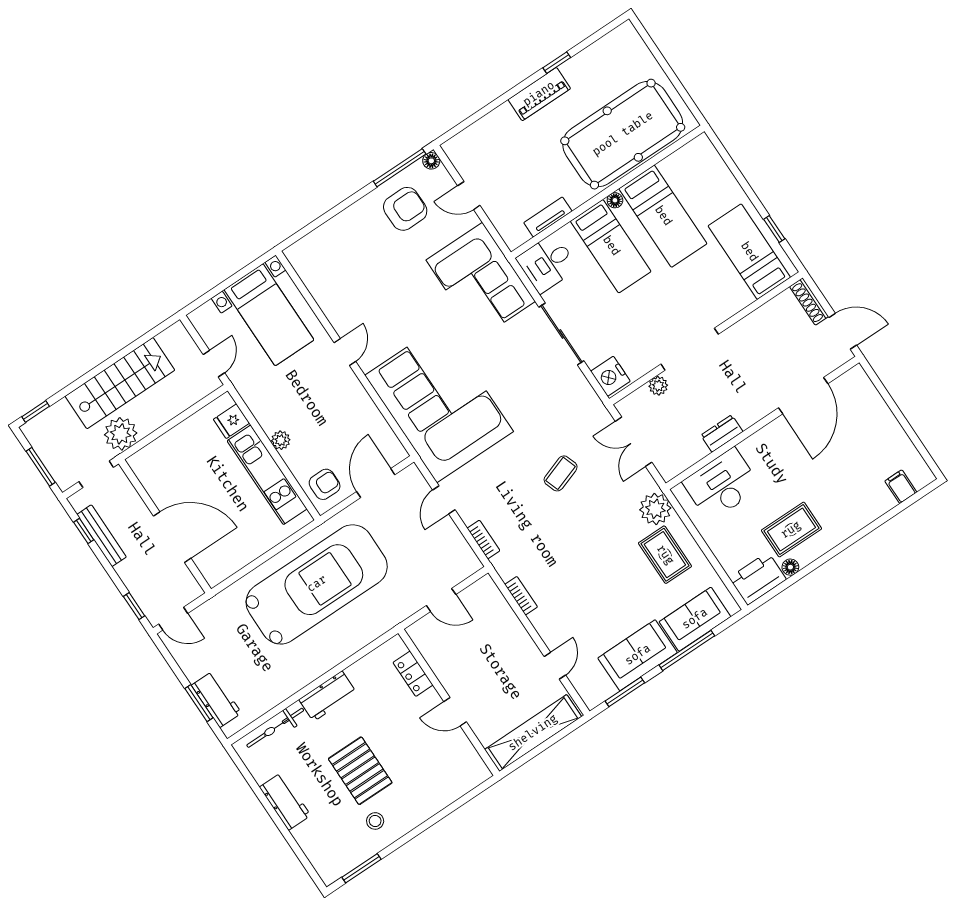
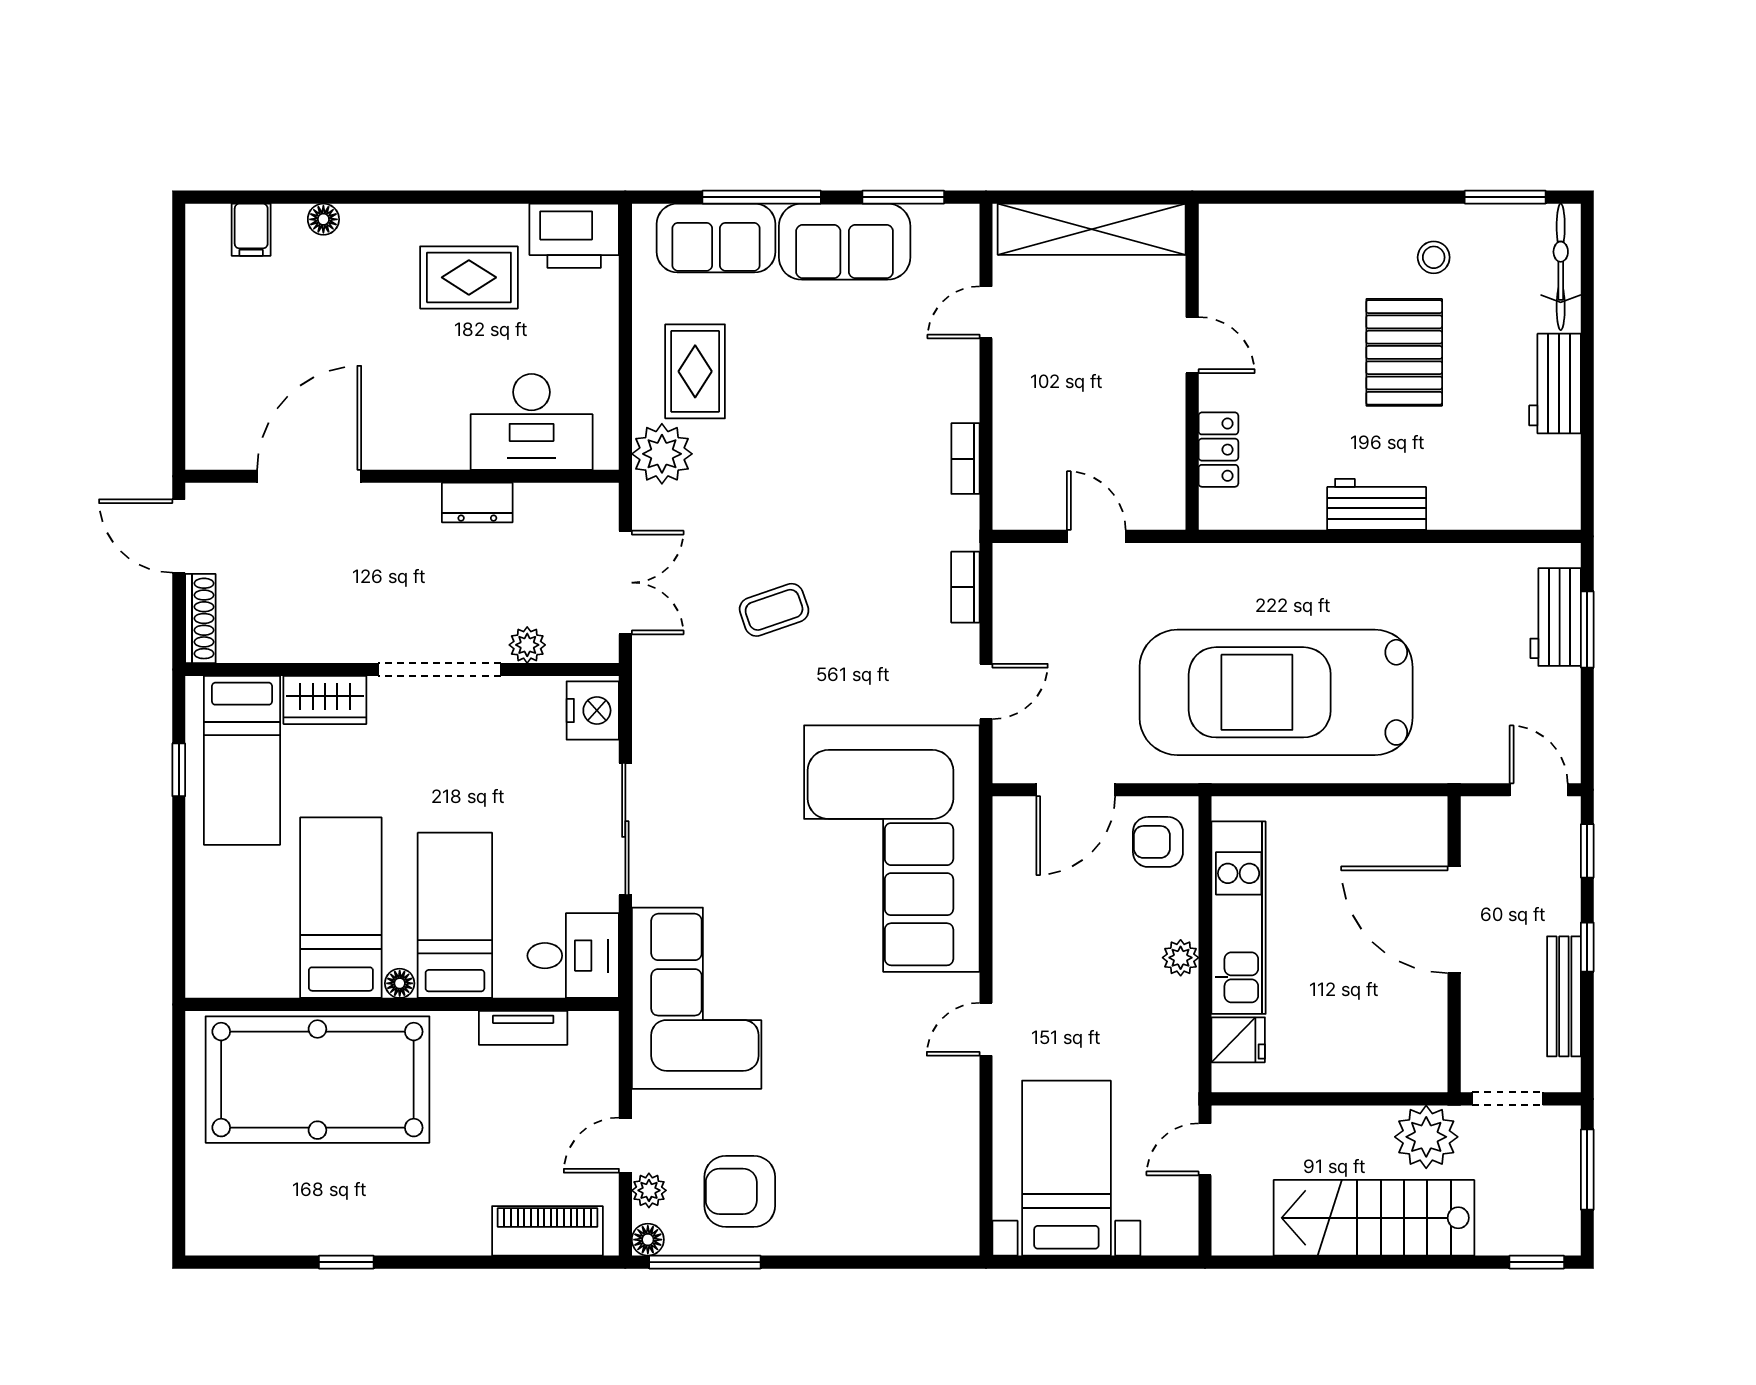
piano: (539, 94) -> (547, 1231), moved
plant: (445, 183) -> (649, 1190), added
door: (469, 196) -> (625, 1145), swing flipped
wardrobe: (731, 302) -> (325, 700), added
window: (84, 531) -> (1587, 947), moved
floor lamp: (790, 567) -> (323, 219), moved
bicycle: (275, 728) -> (1561, 267), moved, turned -90

